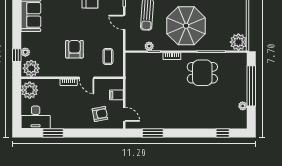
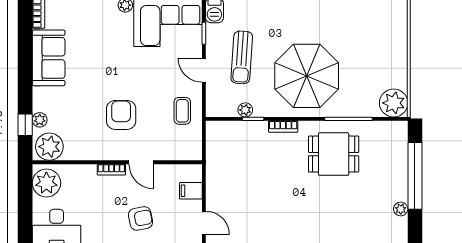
coffee table: (108, 56) -> (182, 111), moved
armchair: (100, 114) -> (141, 218), moved

